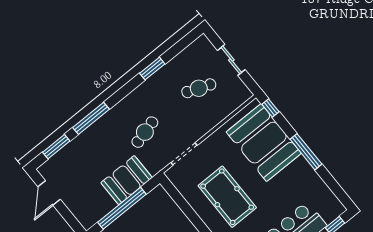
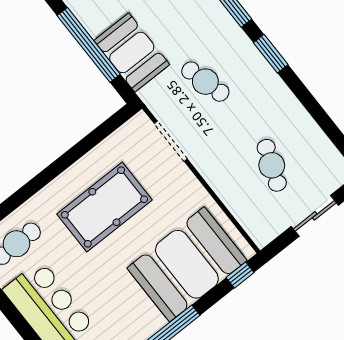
window: (152, 69) -> (271, 54), moved

